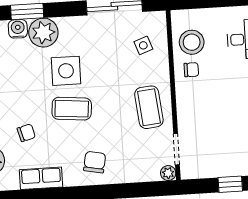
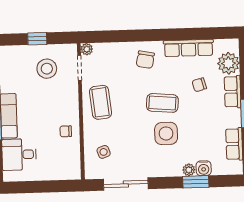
plant: (43, 33) -> (189, 170), width x0.53, depth x0.53
stool: (192, 42) -> (47, 69), moved
row of seats: (41, 178) -> (189, 48), width x1.48

